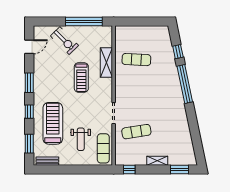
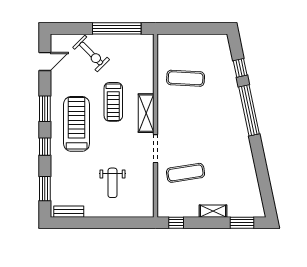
shelving: (106, 63) -> (146, 113), moved
treadmill: (53, 123) -> (77, 124), moved
exercise mat: (103, 148) -> (142, 195), removed

